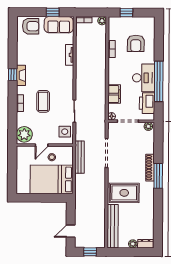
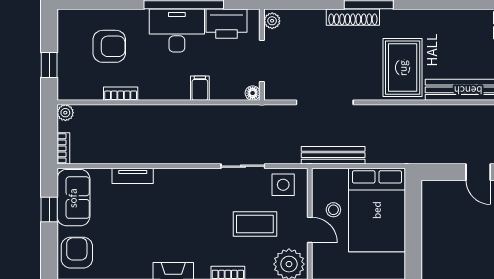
filing cabinet: (114, 94) -> (200, 88), width x0.50
coffee table: (43, 101) -> (255, 224), moved

